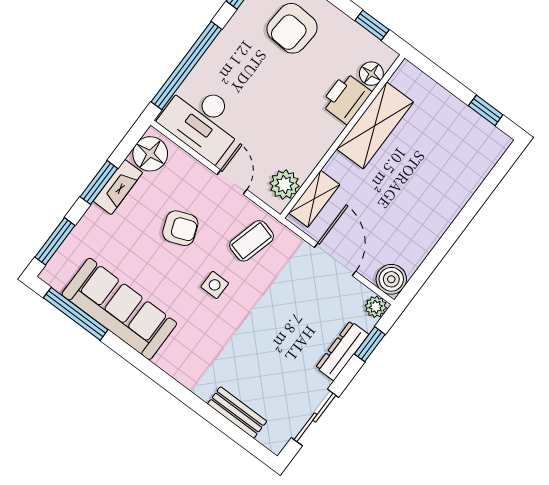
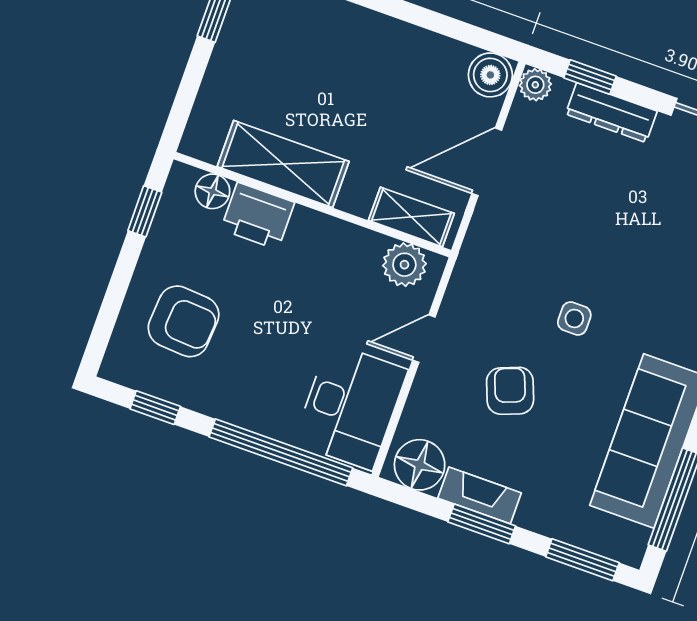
coffee table: (252, 241) -> (497, 286), removed

